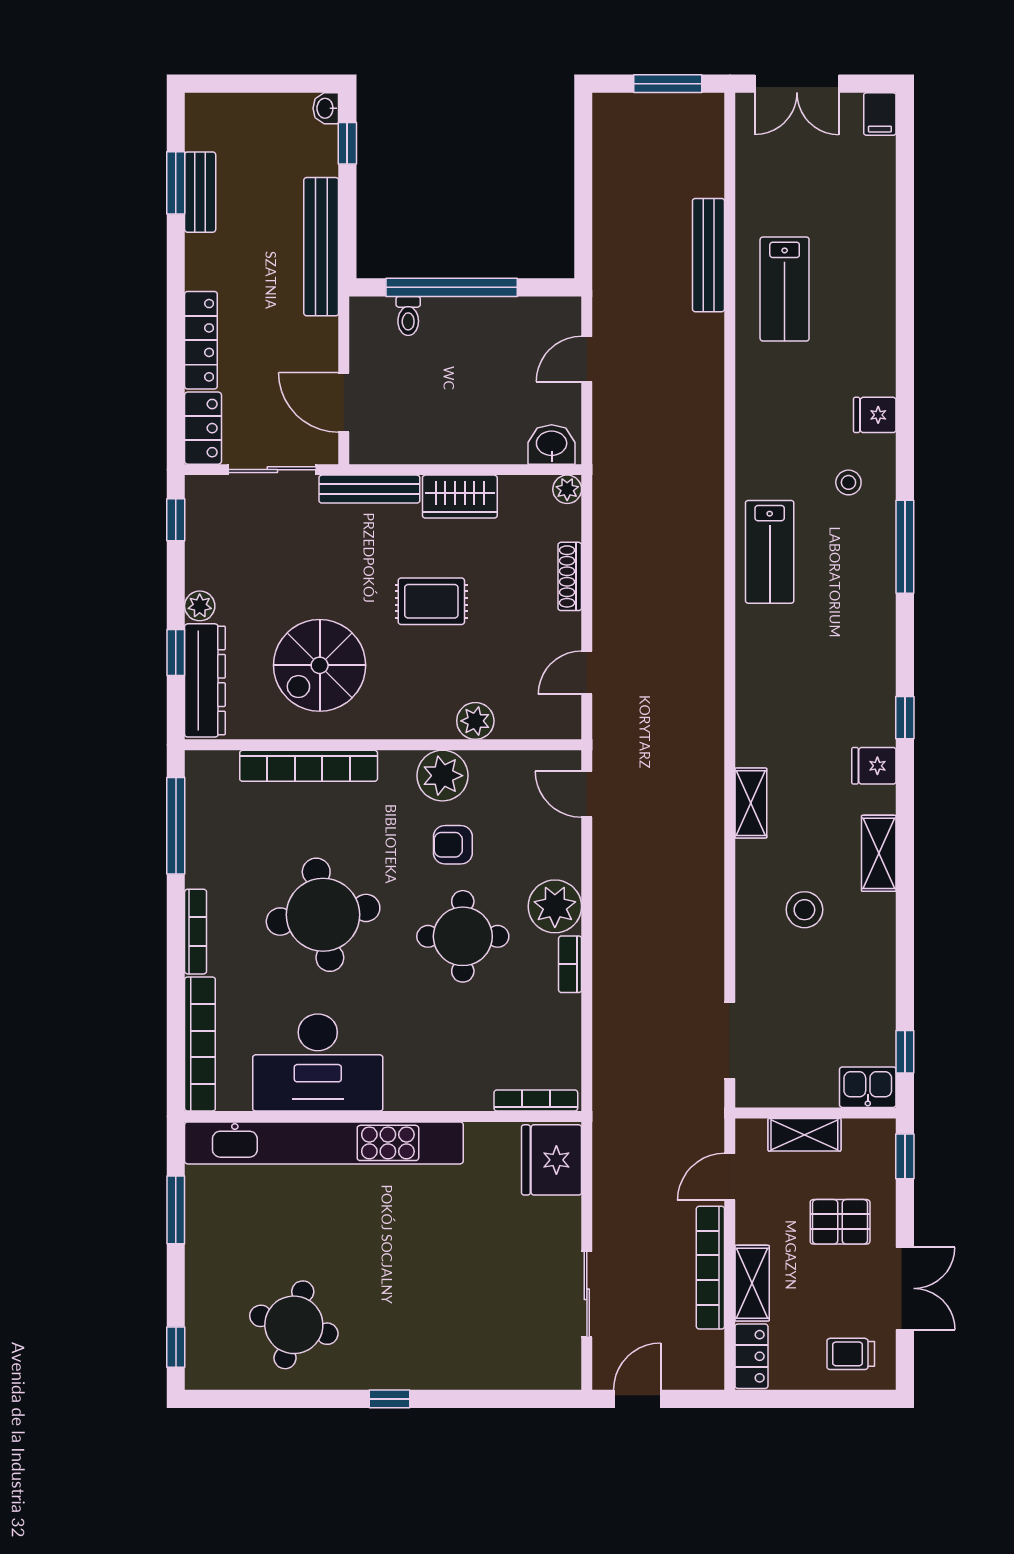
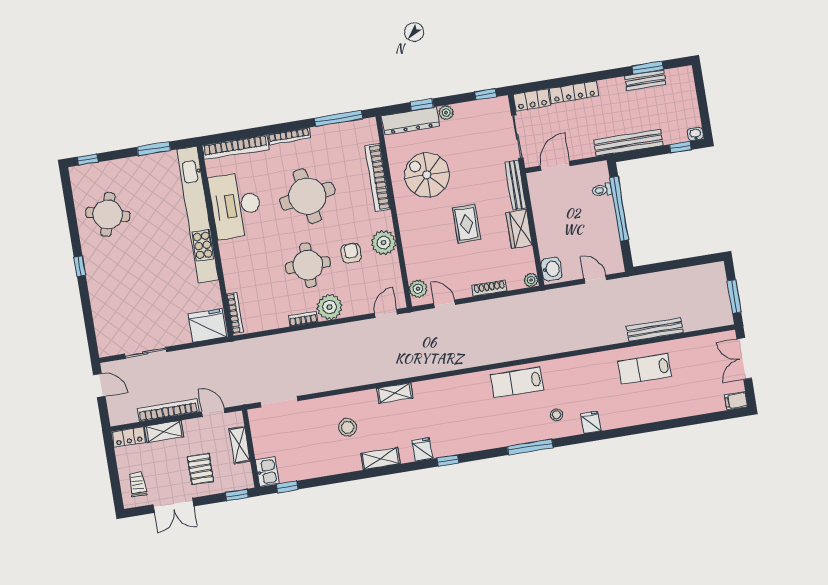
plant: (475, 721) -> (418, 289), moved

